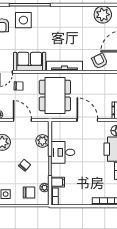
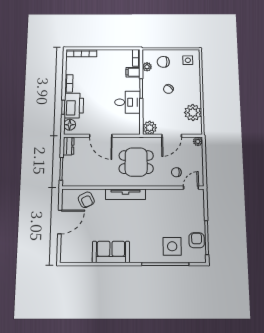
plant: (103, 15) -> (82, 253), removed
sofa: (30, 62) -> (111, 252), moved, turned 180
dining table: (55, 95) -> (136, 162), width x0.73
door: (22, 120) -> (172, 136), hinge flipped
plant: (42, 141) -> (150, 128), moved

